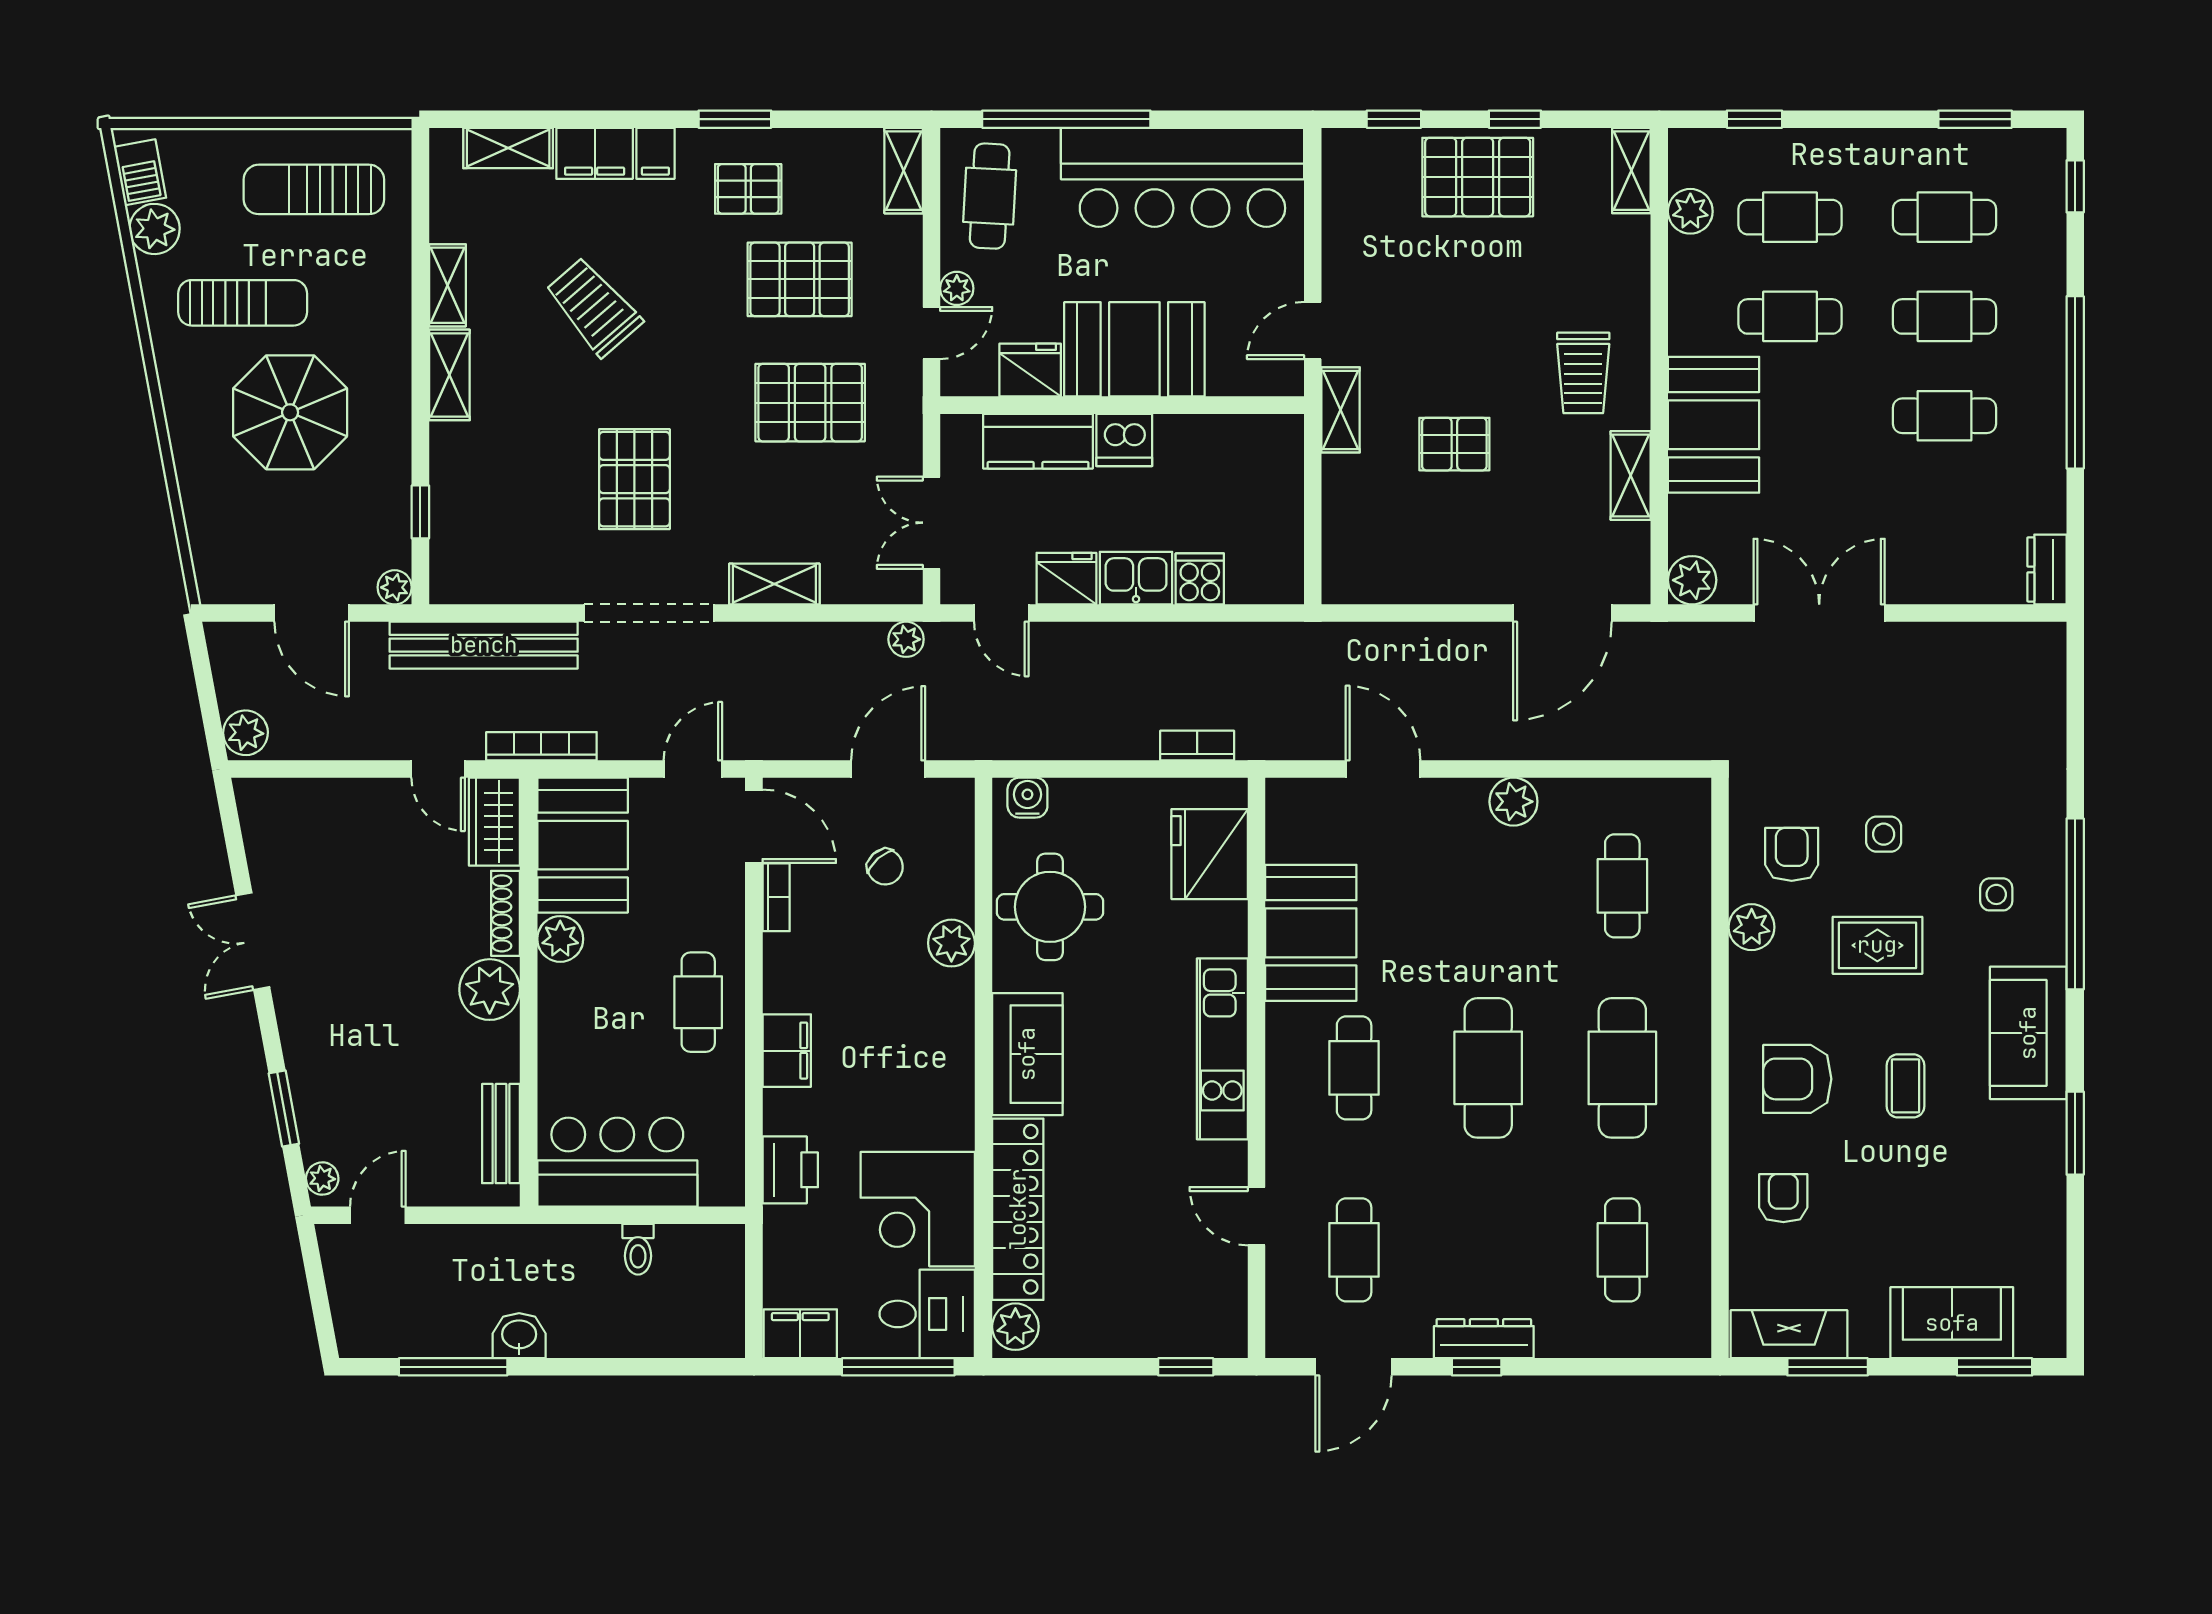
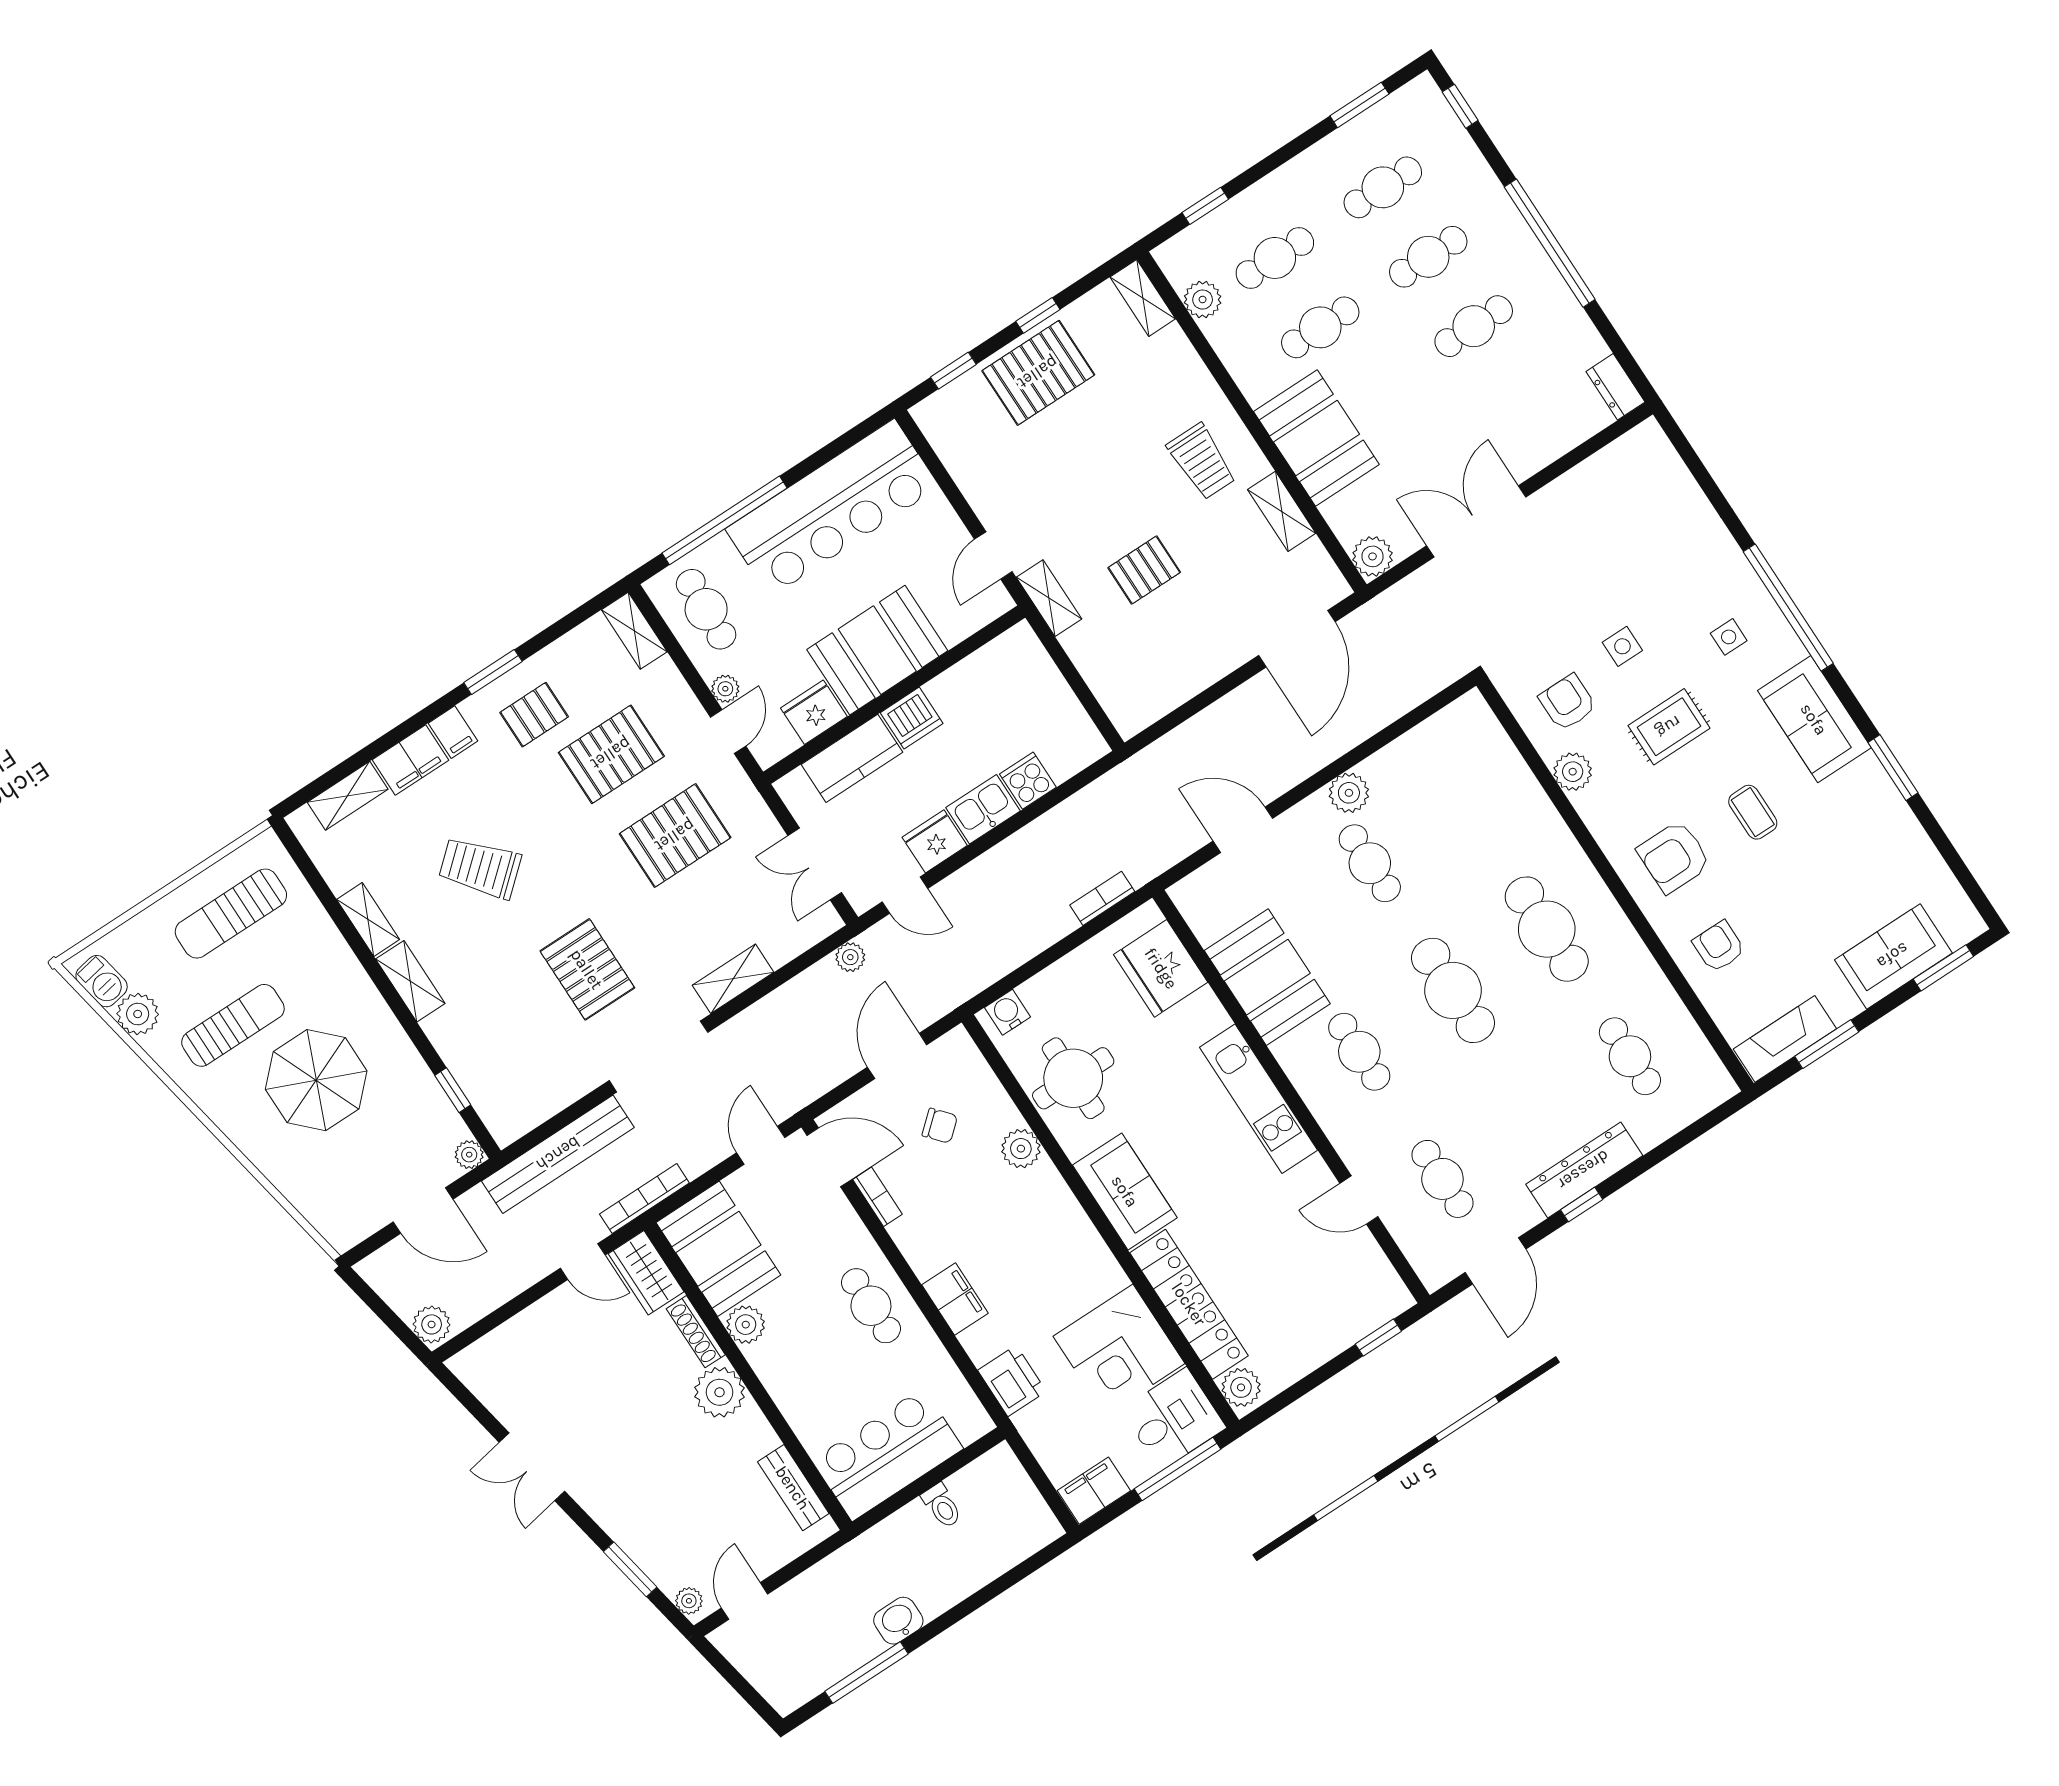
cafe table: (1622, 886) -> (1370, 863), moved
dresser: (1484, 1339) -> (1584, 1170), width x1.37, depth x1.24

